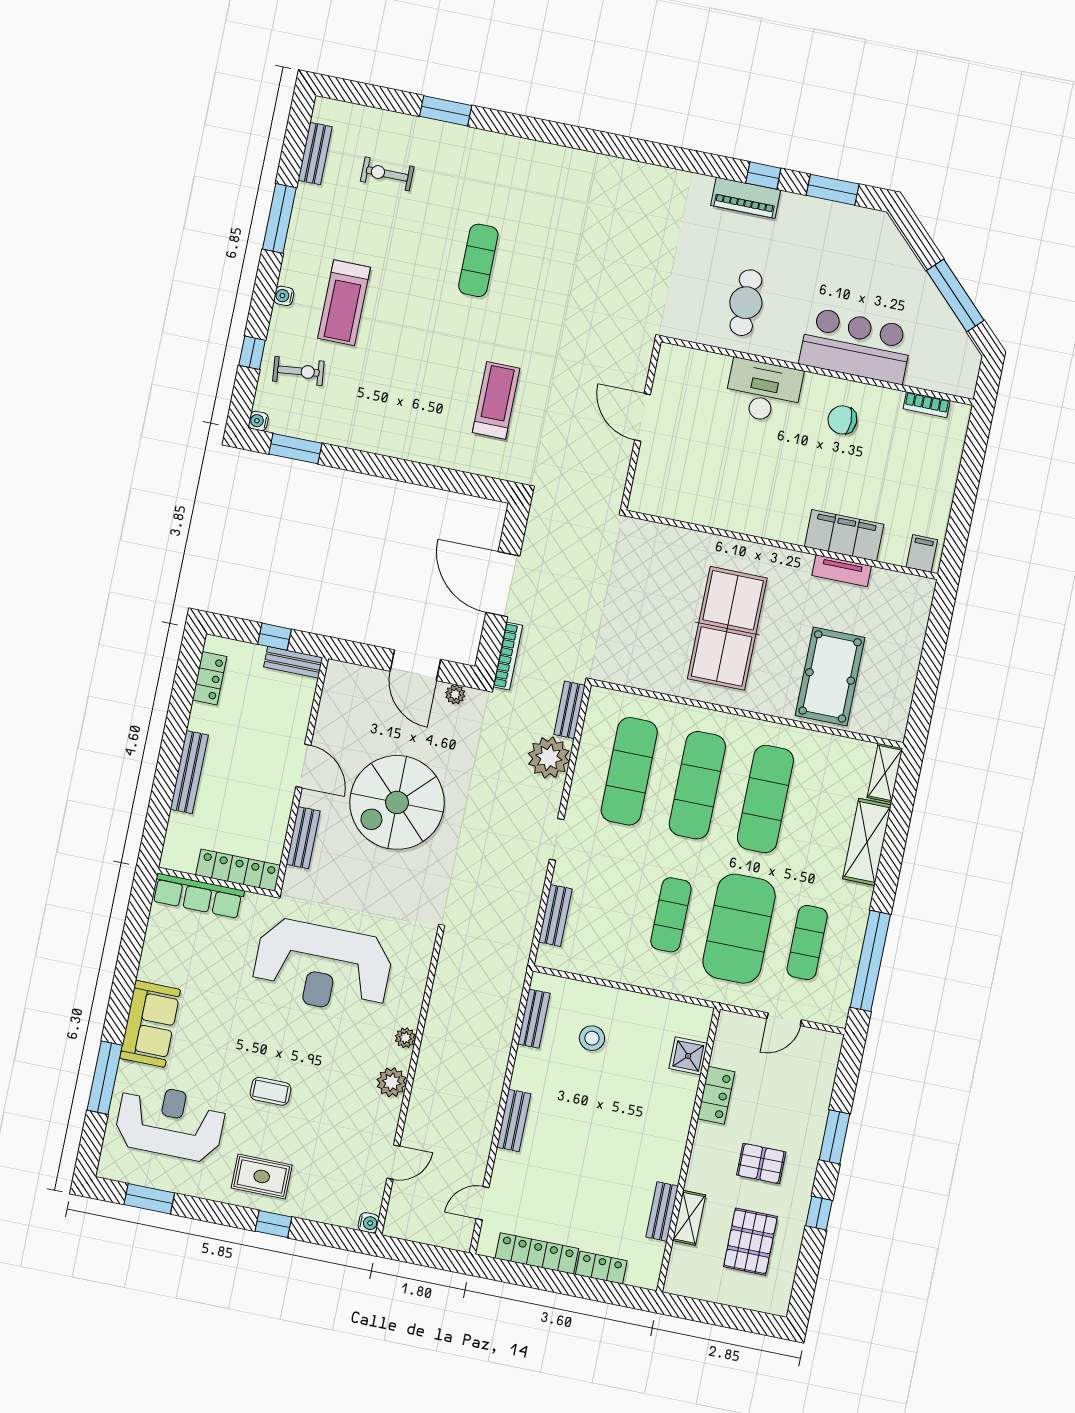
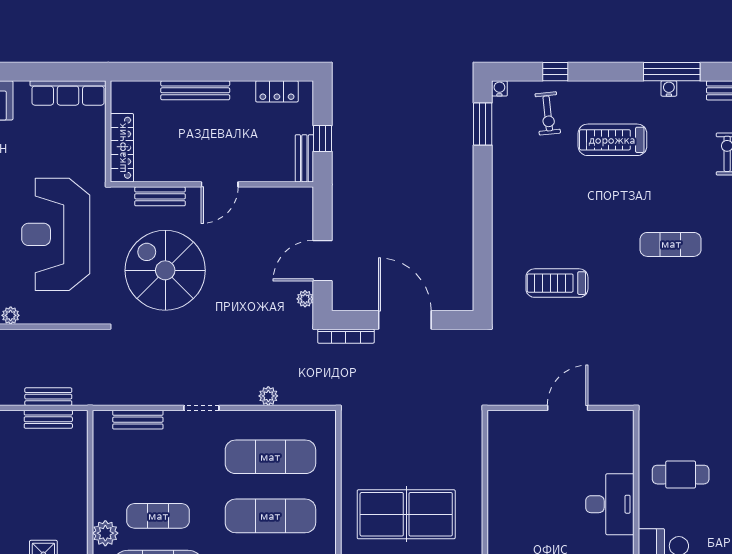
water cooler: (284, 296) -> (669, 88), moved
treadmill: (496, 400) -> (557, 283), turned 180
door: (503, 584) -> (405, 320), hinge flipped
bench: (570, 710) -> (48, 397), moved
plant: (549, 758) -> (268, 396), width x0.53, depth x0.53
spiral stairs: (397, 802) -> (165, 270), moved
row of seats: (198, 896) -> (68, 93), moved, turned -90
plant: (679, 980) -> (105, 533), added
stool: (592, 1038) -> (42, 471), removed

